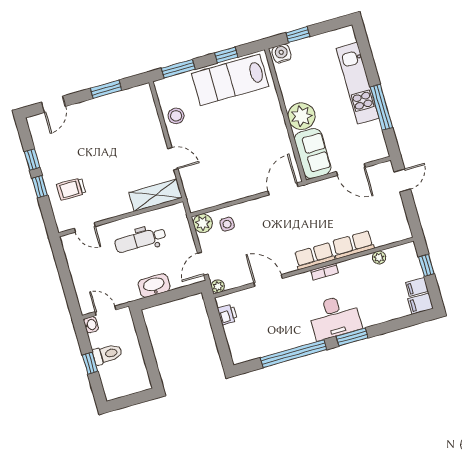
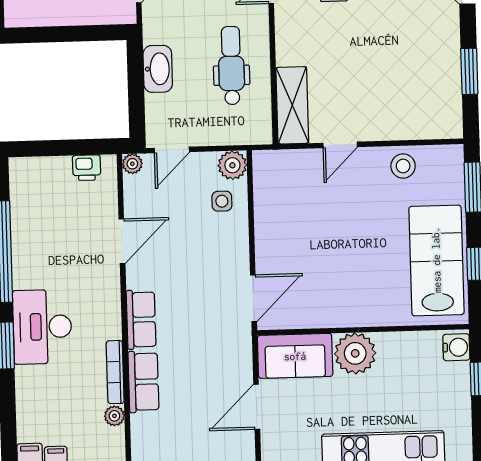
door: (283, 189) -> (254, 298), hinge flipped
door: (203, 264) -> (172, 150), swing flipped
bookcase: (324, 272) -> (115, 372), moved, width x1.56

